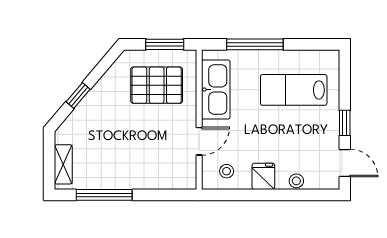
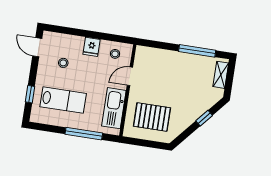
window: (165, 44) -> (143, 143), removed
window: (345, 123) -> (30, 94), moved
stool: (296, 181) -> (63, 63), moved

